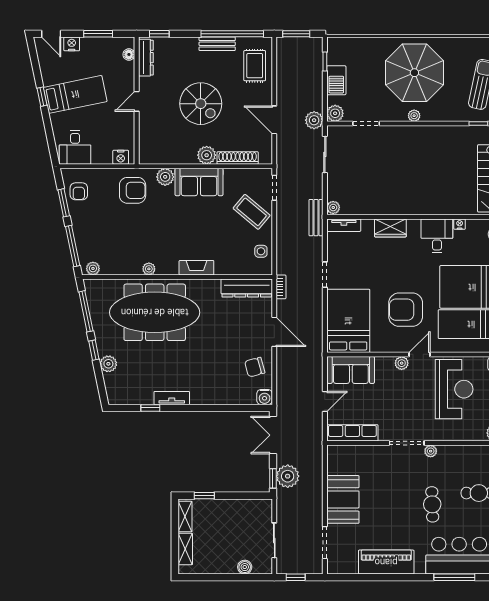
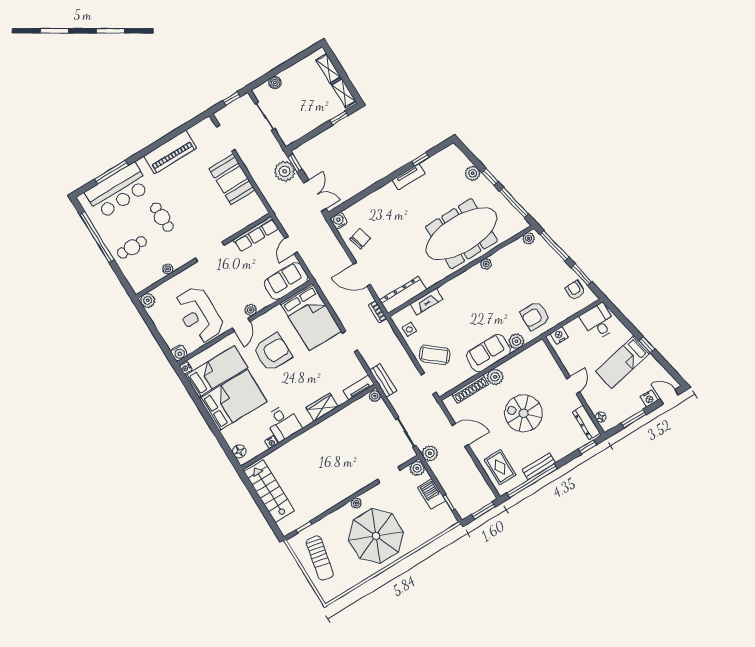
fireplace: (196, 268) -> (427, 302), moved
plant: (431, 451) -> (168, 269), moved

